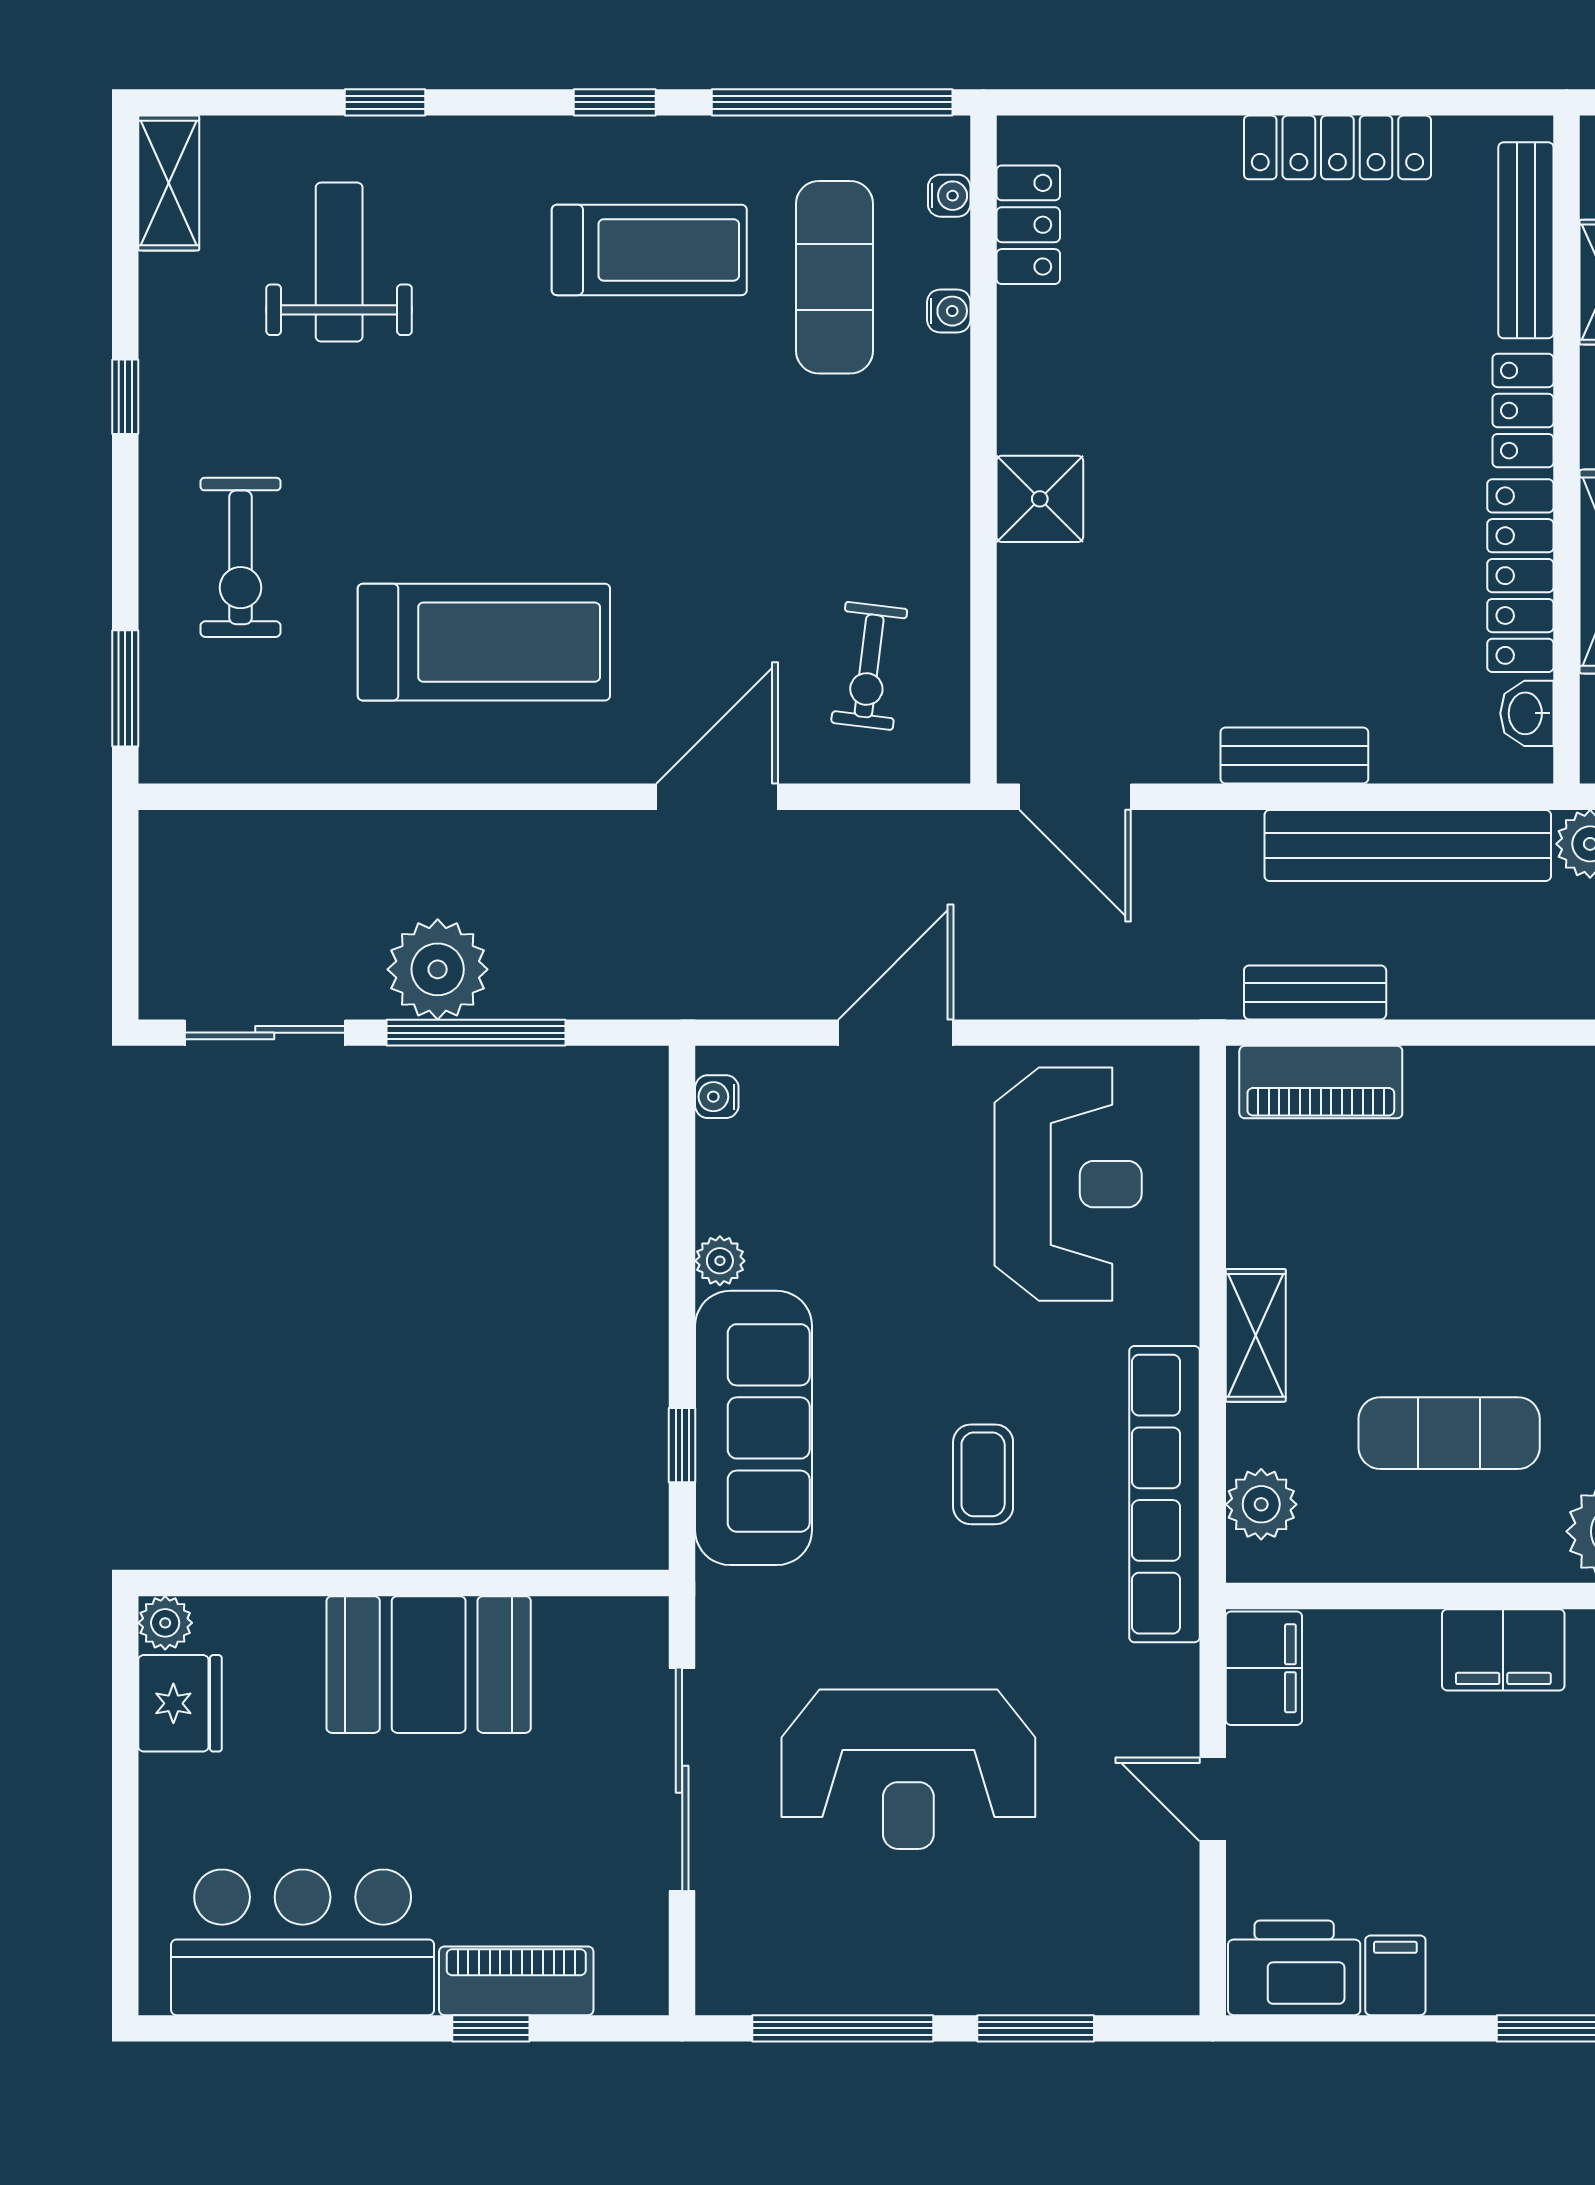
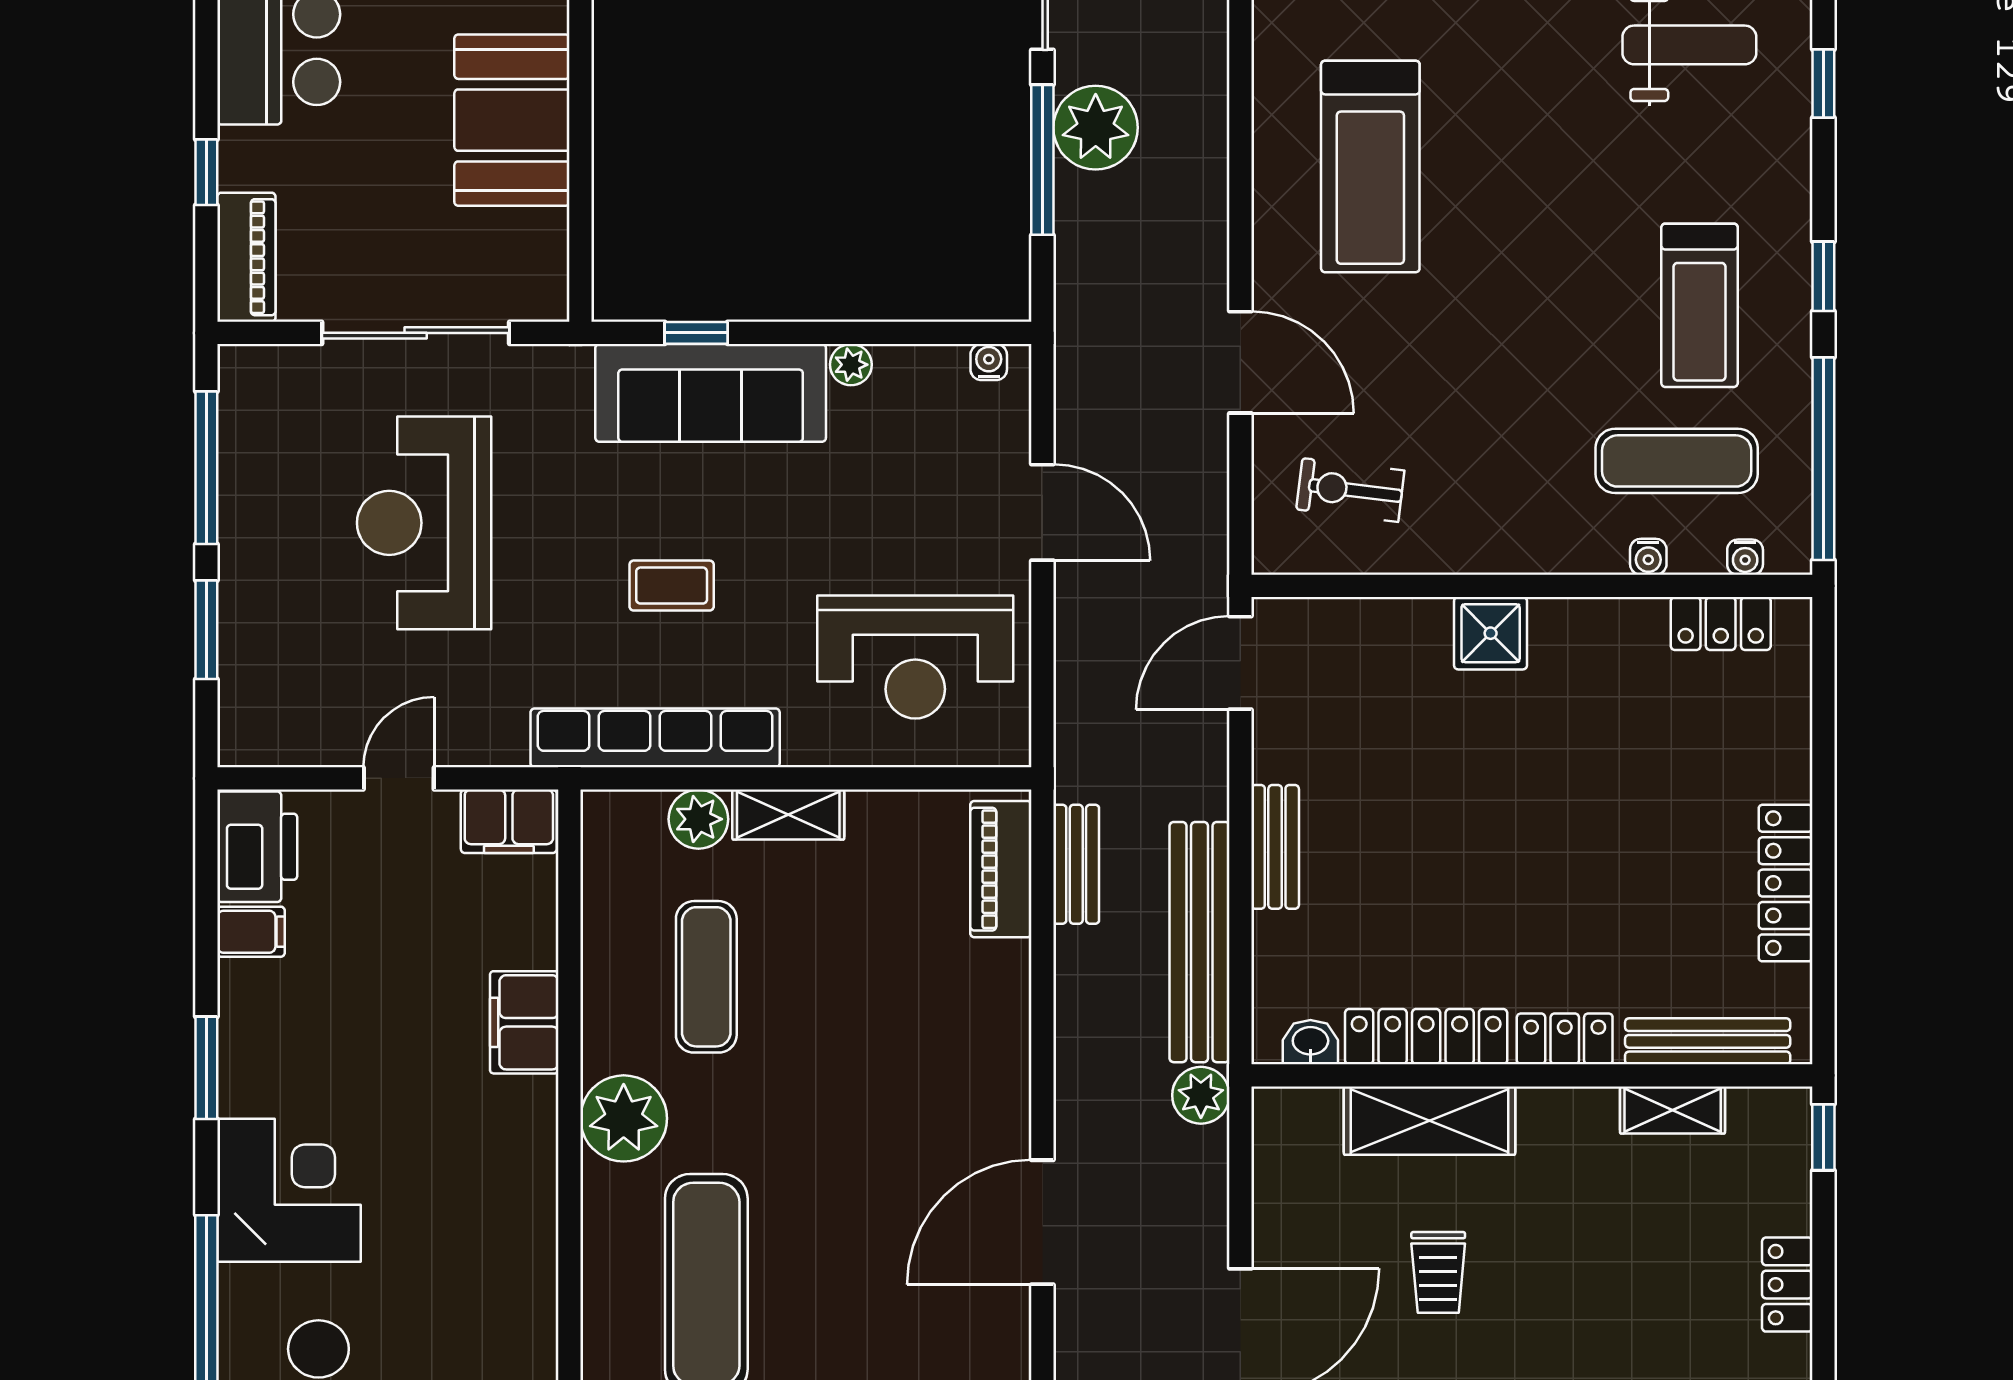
plant: (1261, 1504) -> (698, 819), moved
piano: (516, 1981) -> (246, 257), moved

